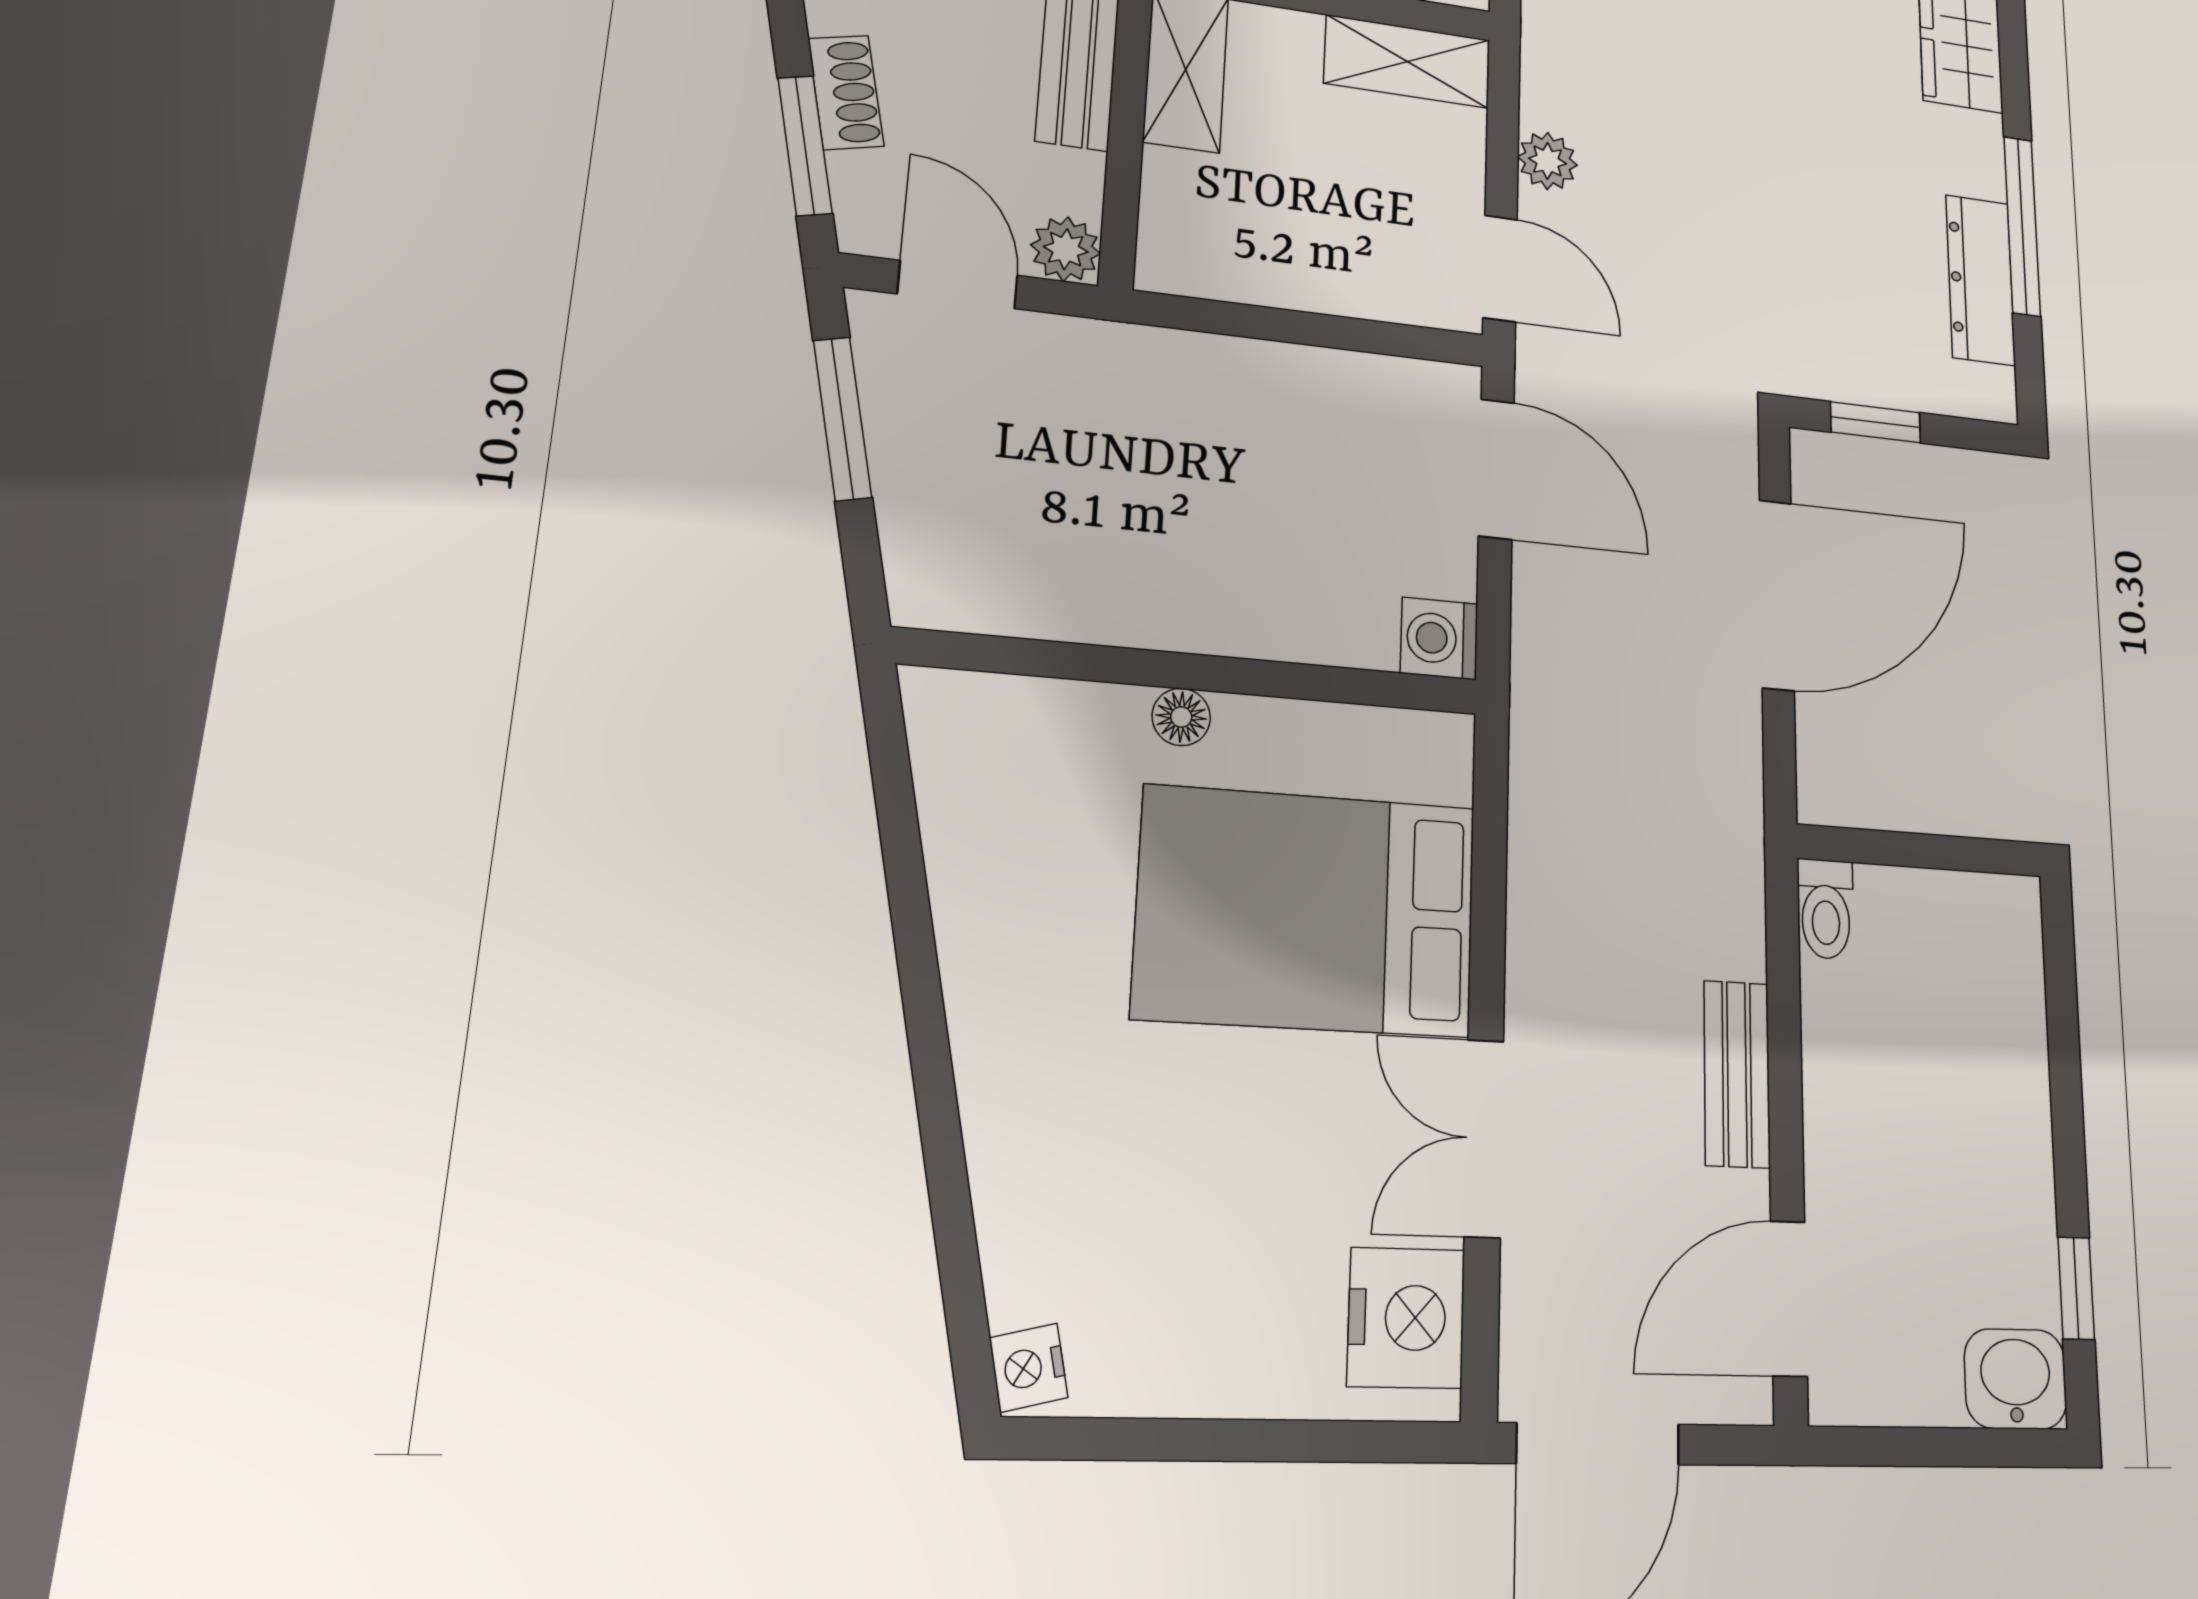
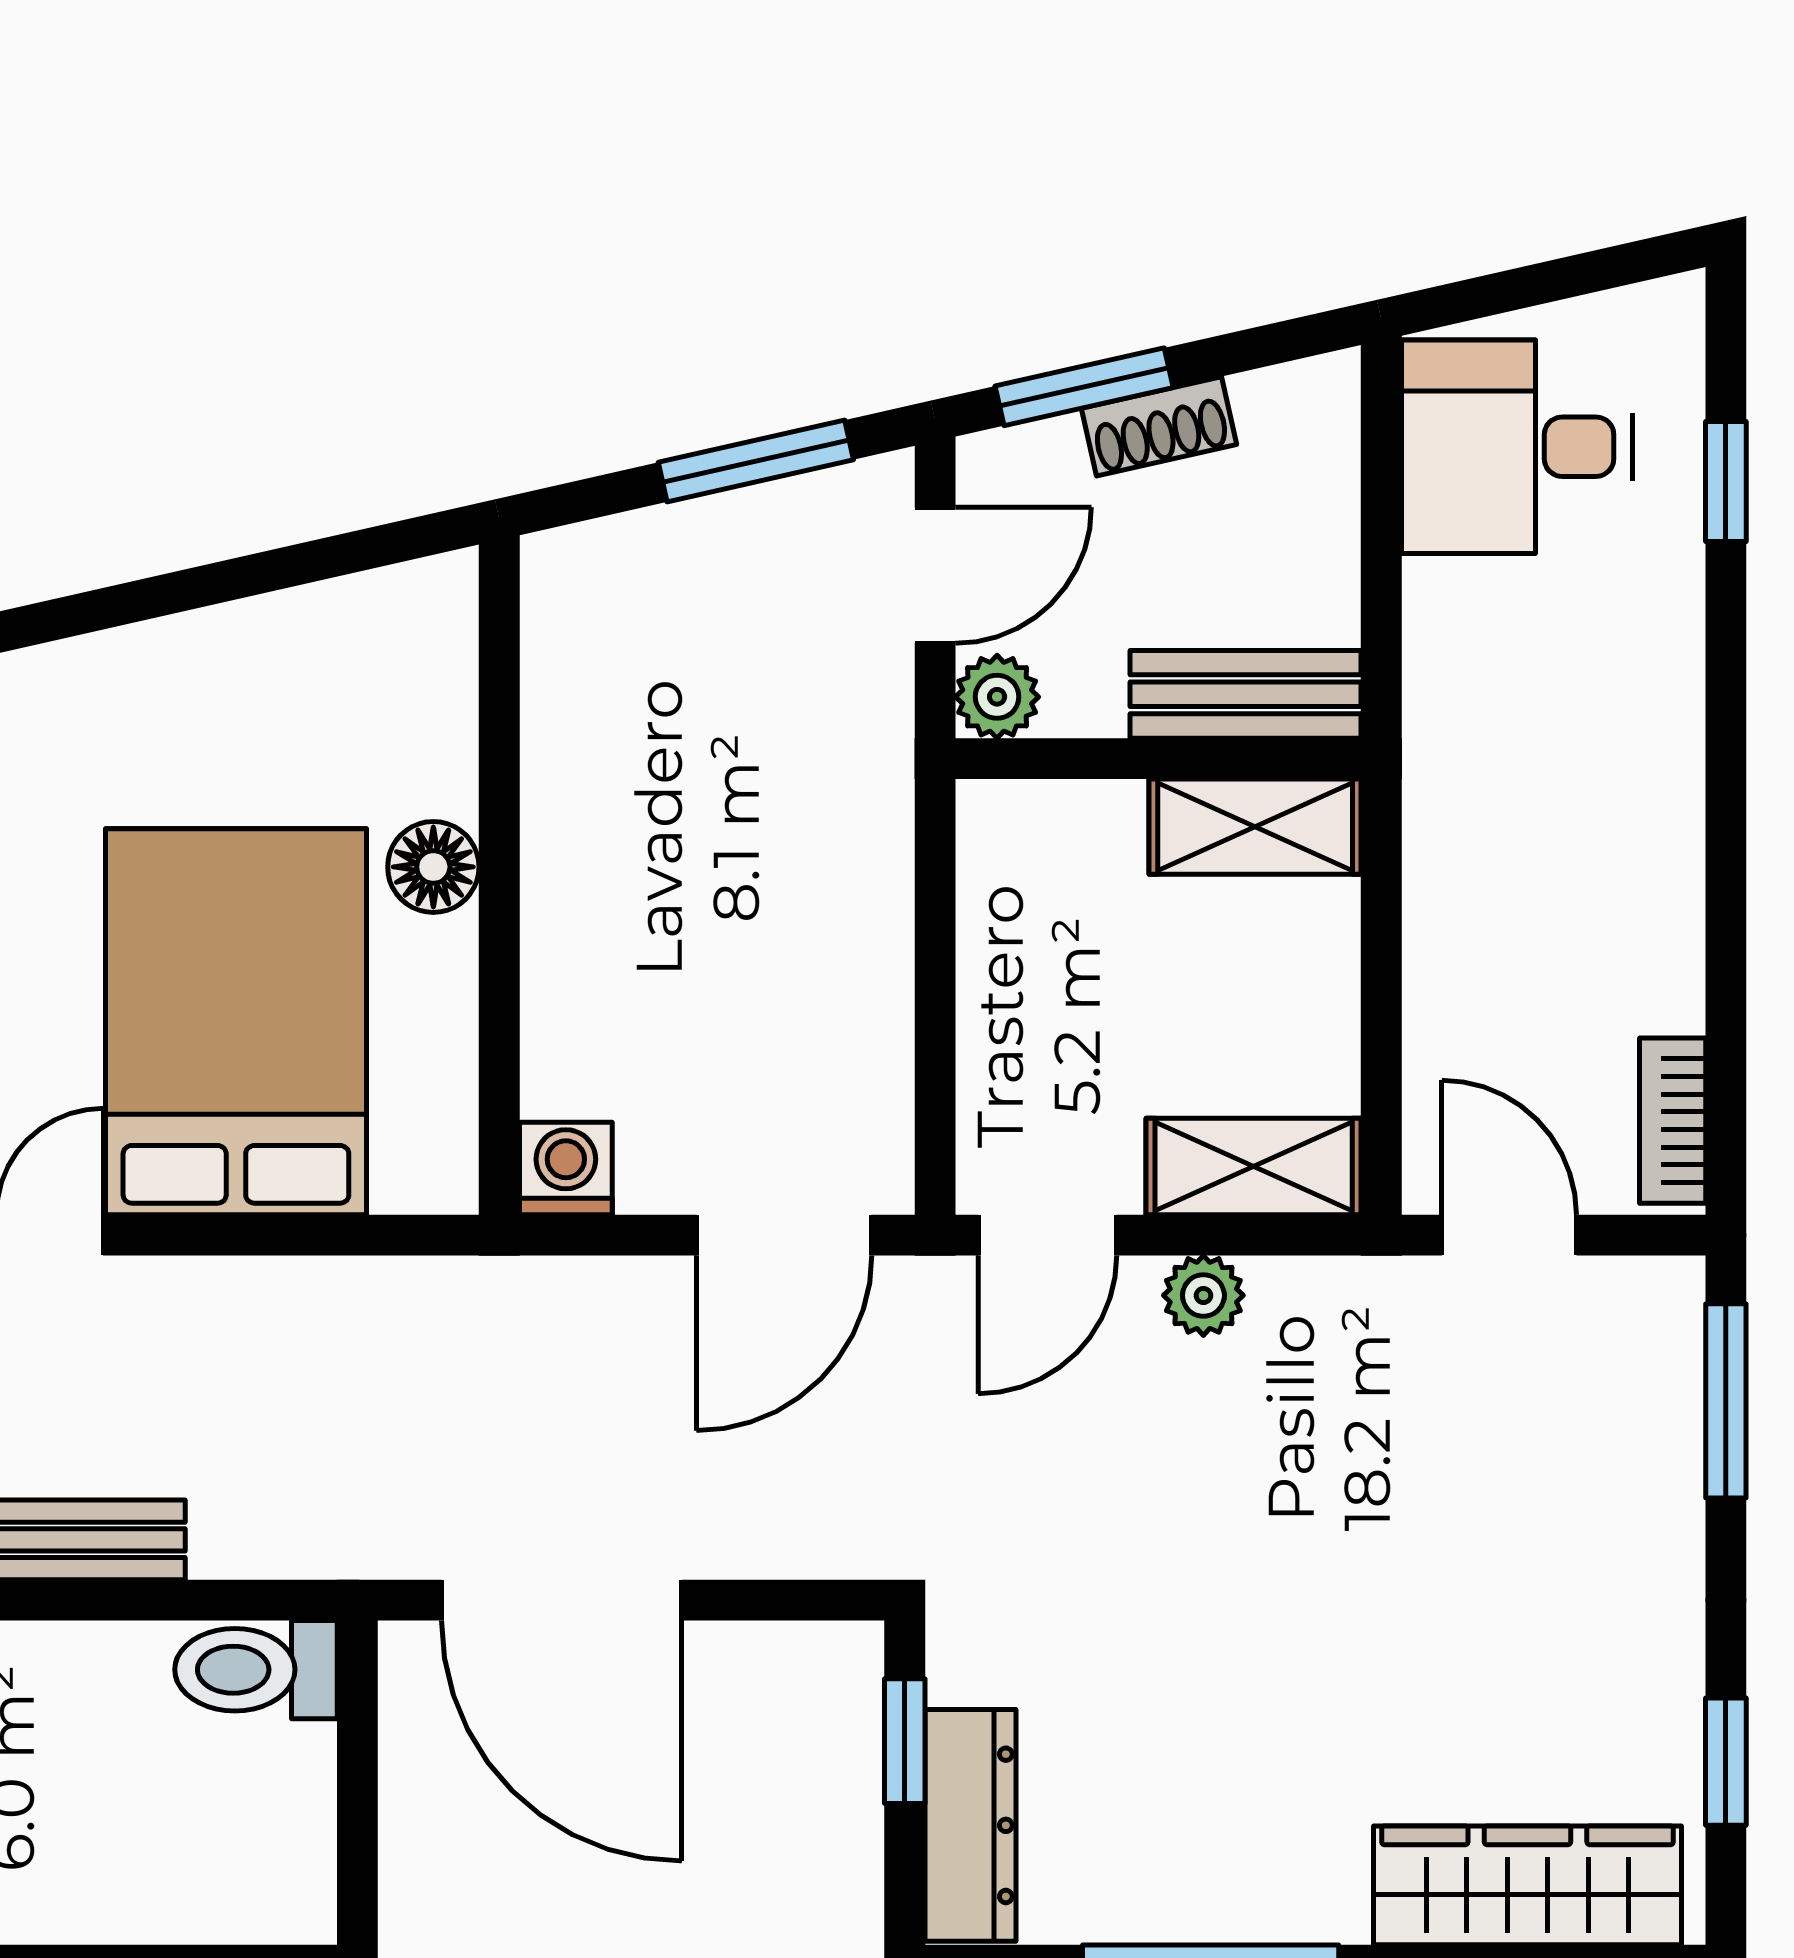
shelving: (1407, 62) -> (1254, 1167), moved, turned 90
dresser: (1980, 280) -> (970, 1825), moved, turned 90
door: (1777, 595) -> (562, 1600), moved
floor lamp: (1181, 717) -> (433, 867), width x1.37, depth x1.37
toilet: (1826, 909) -> (256, 1670), width x1.37, depth x1.39

